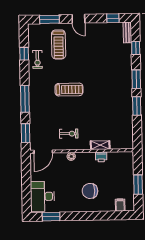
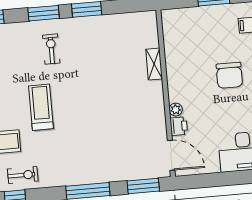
treadmill: (69, 90) -> (41, 107), moved
exercise bike: (69, 134) -> (51, 49), moved
printer: (101, 157) -> (179, 126), moved

